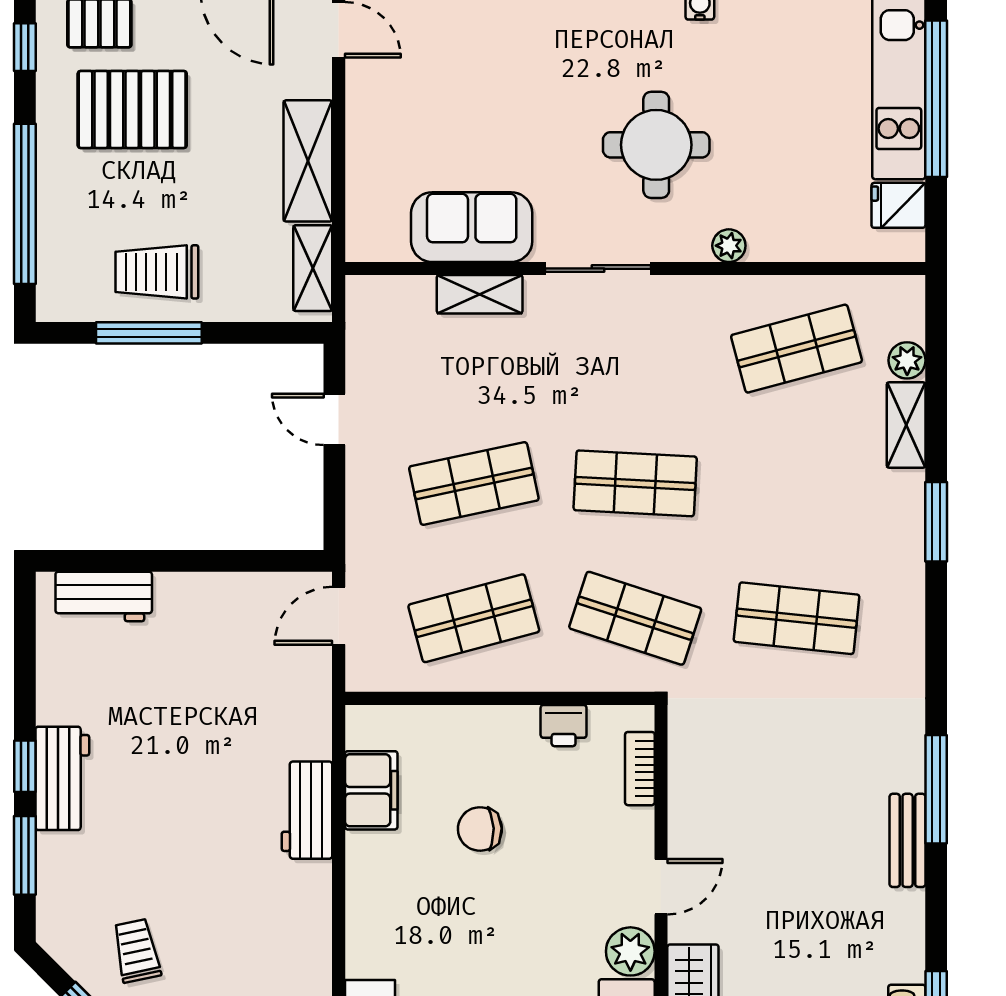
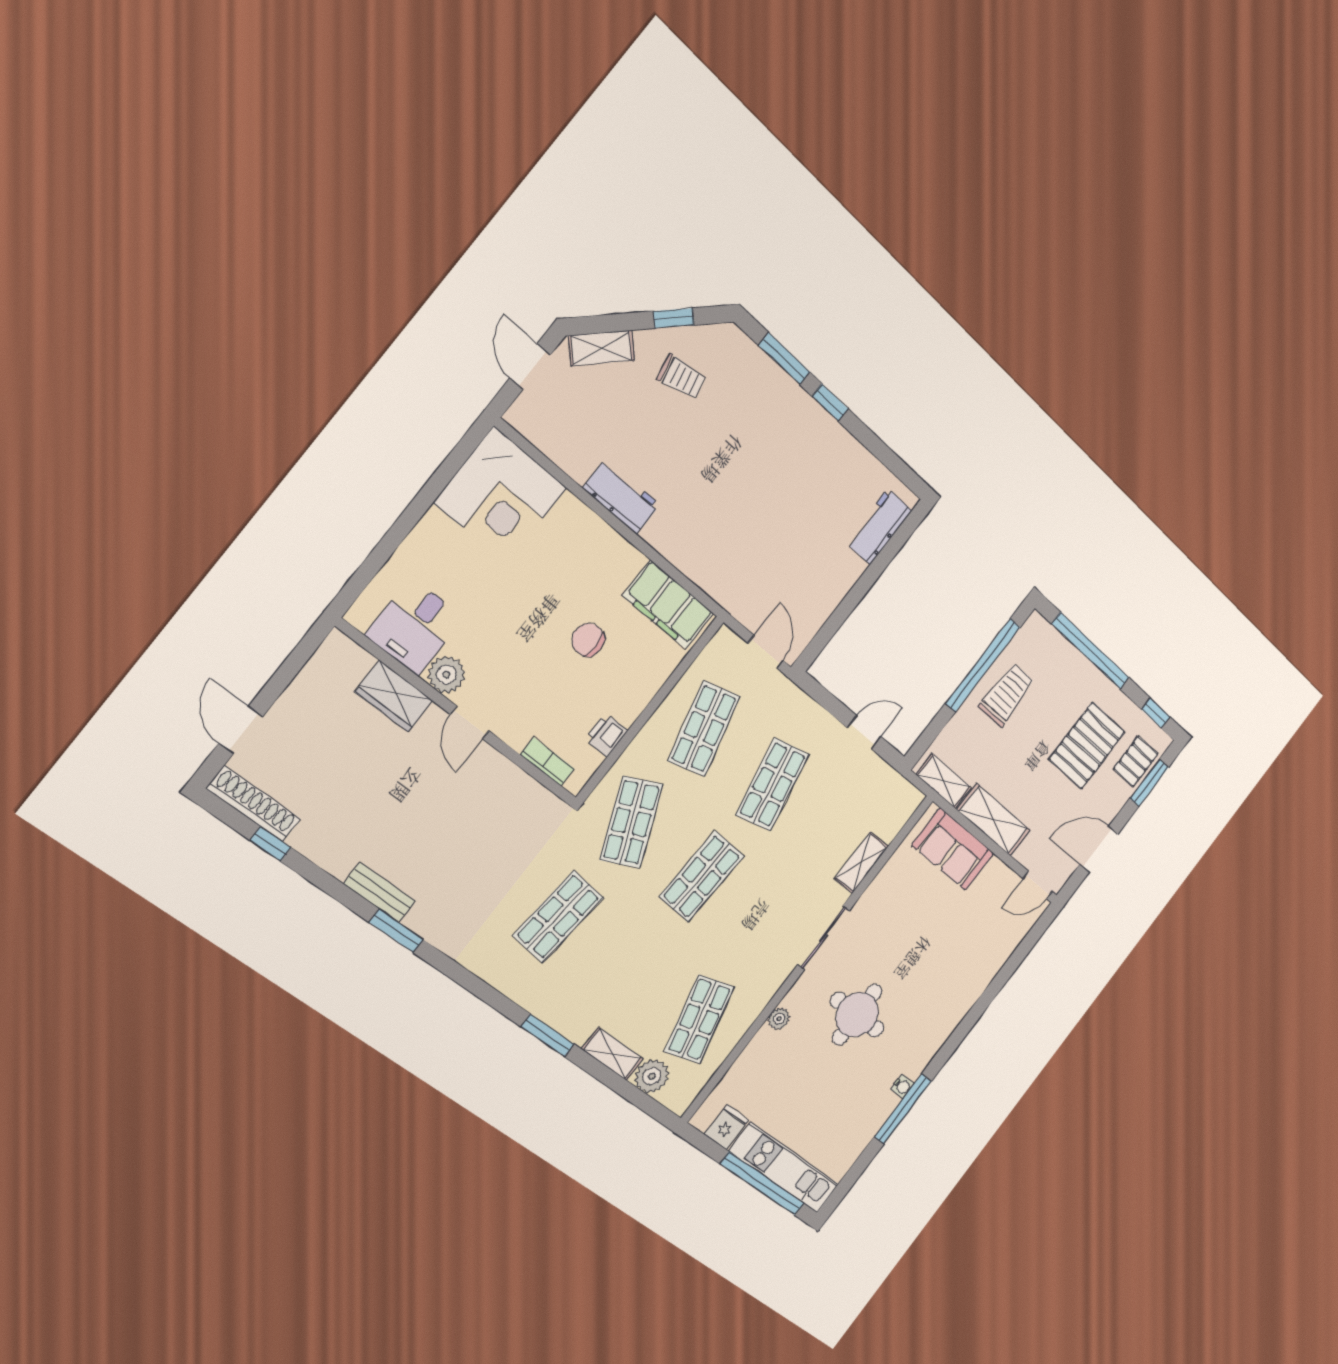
sofa: (472, 227) -> (953, 849), moved, turned 90
window: (149, 333) -> (983, 665), width x1.46
plant: (907, 360) -> (652, 1076), width x1.38, depth x1.38
shop shelf: (635, 618) -> (631, 822), turned -42
workbench: (62, 778) -> (807, 418), removed
window: (936, 789) -> (396, 931), width x0.69
filing cabinet: (371, 790) -> (668, 605), width x1.50, depth x1.17
workbench: (307, 810) -> (621, 496), moved
chair: (480, 829) -> (588, 640), turned -88

